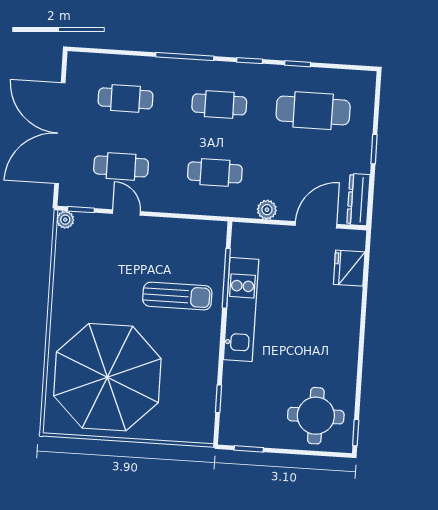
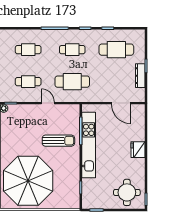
cafe table: (215, 172) -> (72, 82), width x1.37, depth x1.35
dresser: (358, 200) -> (140, 76), moved
plant: (267, 210) -> (98, 97), removed
door: (126, 213) -> (48, 103), moved
door: (316, 225) -> (121, 103), swing flipped
fridge: (349, 268) -> (138, 150), moved
kitchen unit: (241, 309) -> (89, 145), width x1.36

